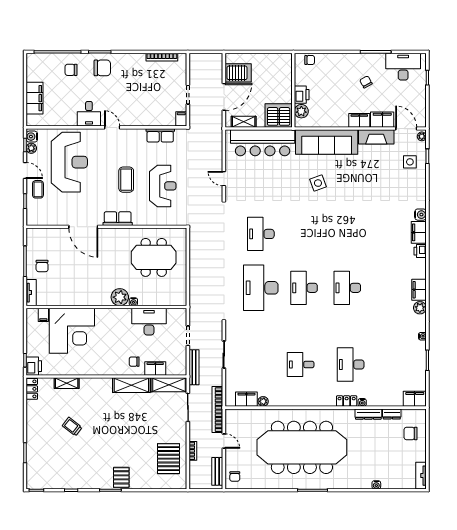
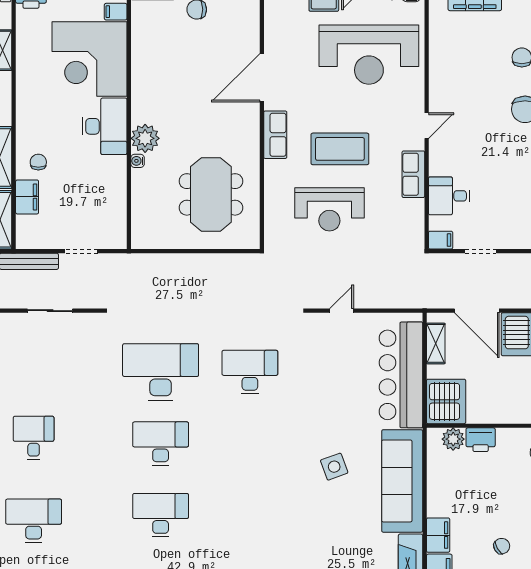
desk: (89, 114) -> (449, 196), moved
row of seats: (160, 135) -> (413, 174), moved
coffee table: (126, 180) -> (340, 149), width x1.36, depth x1.32
desk: (149, 322) -> (105, 126), moved

